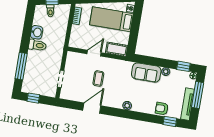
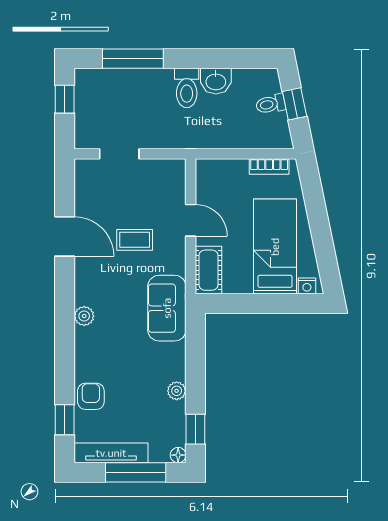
sofa: (146, 73) -> (167, 308), moved

